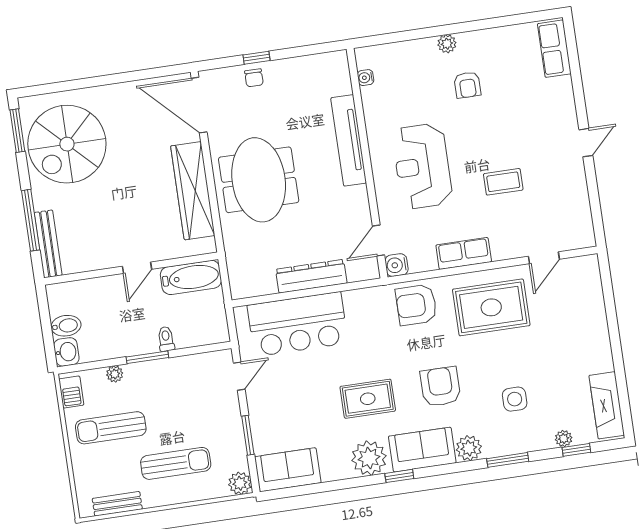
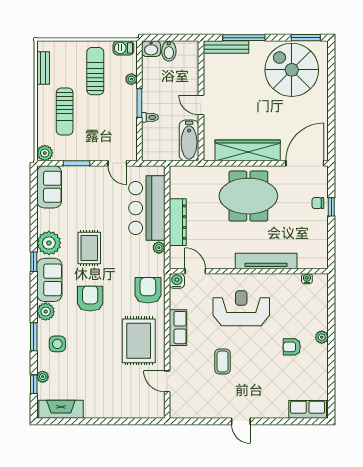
plant: (352, 298) -> (159, 248), added
armchair: (440, 387) -> (90, 299), turned -90
side table: (515, 399) -> (57, 344), moved

